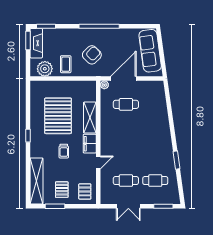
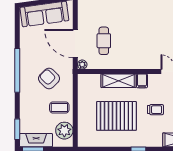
filing cabinet: (90, 144) -> (142, 81), width x0.50

